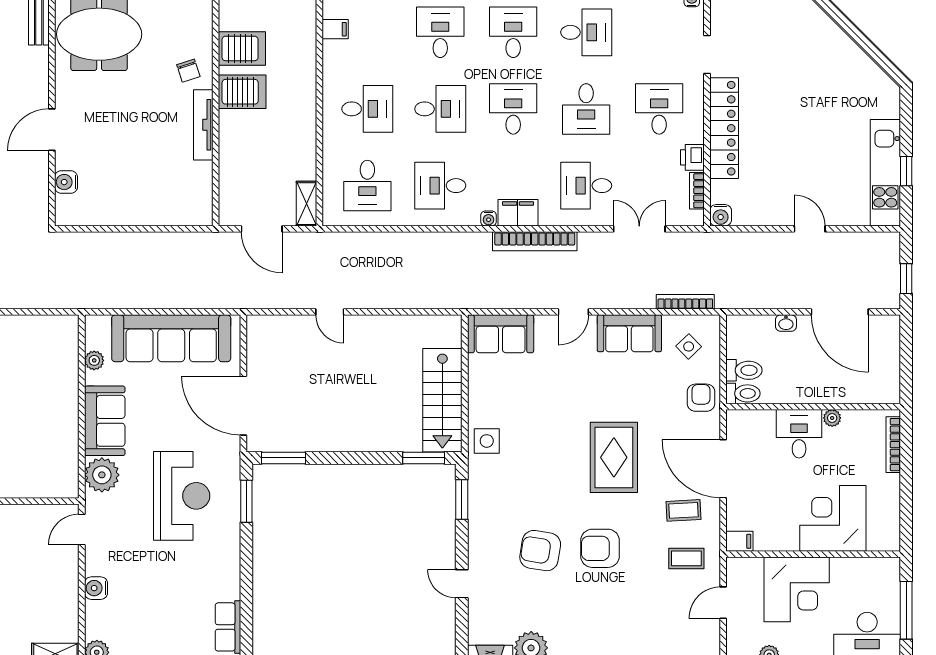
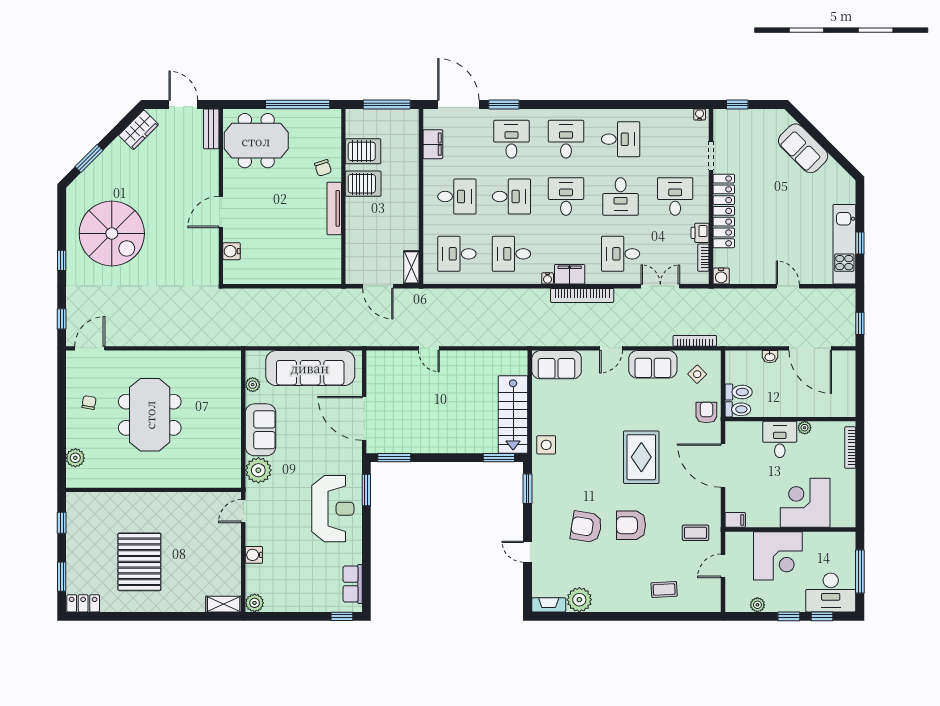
filing cabinet: (335, 29) -> (433, 144), width x2.00
sofa: (830, 45) -> (803, 148), added
desk: (367, 186) -> (457, 254), turned 90
reception desk: (182, 496) -> (333, 509), moved
coffee table: (684, 510) -> (664, 589), moved

